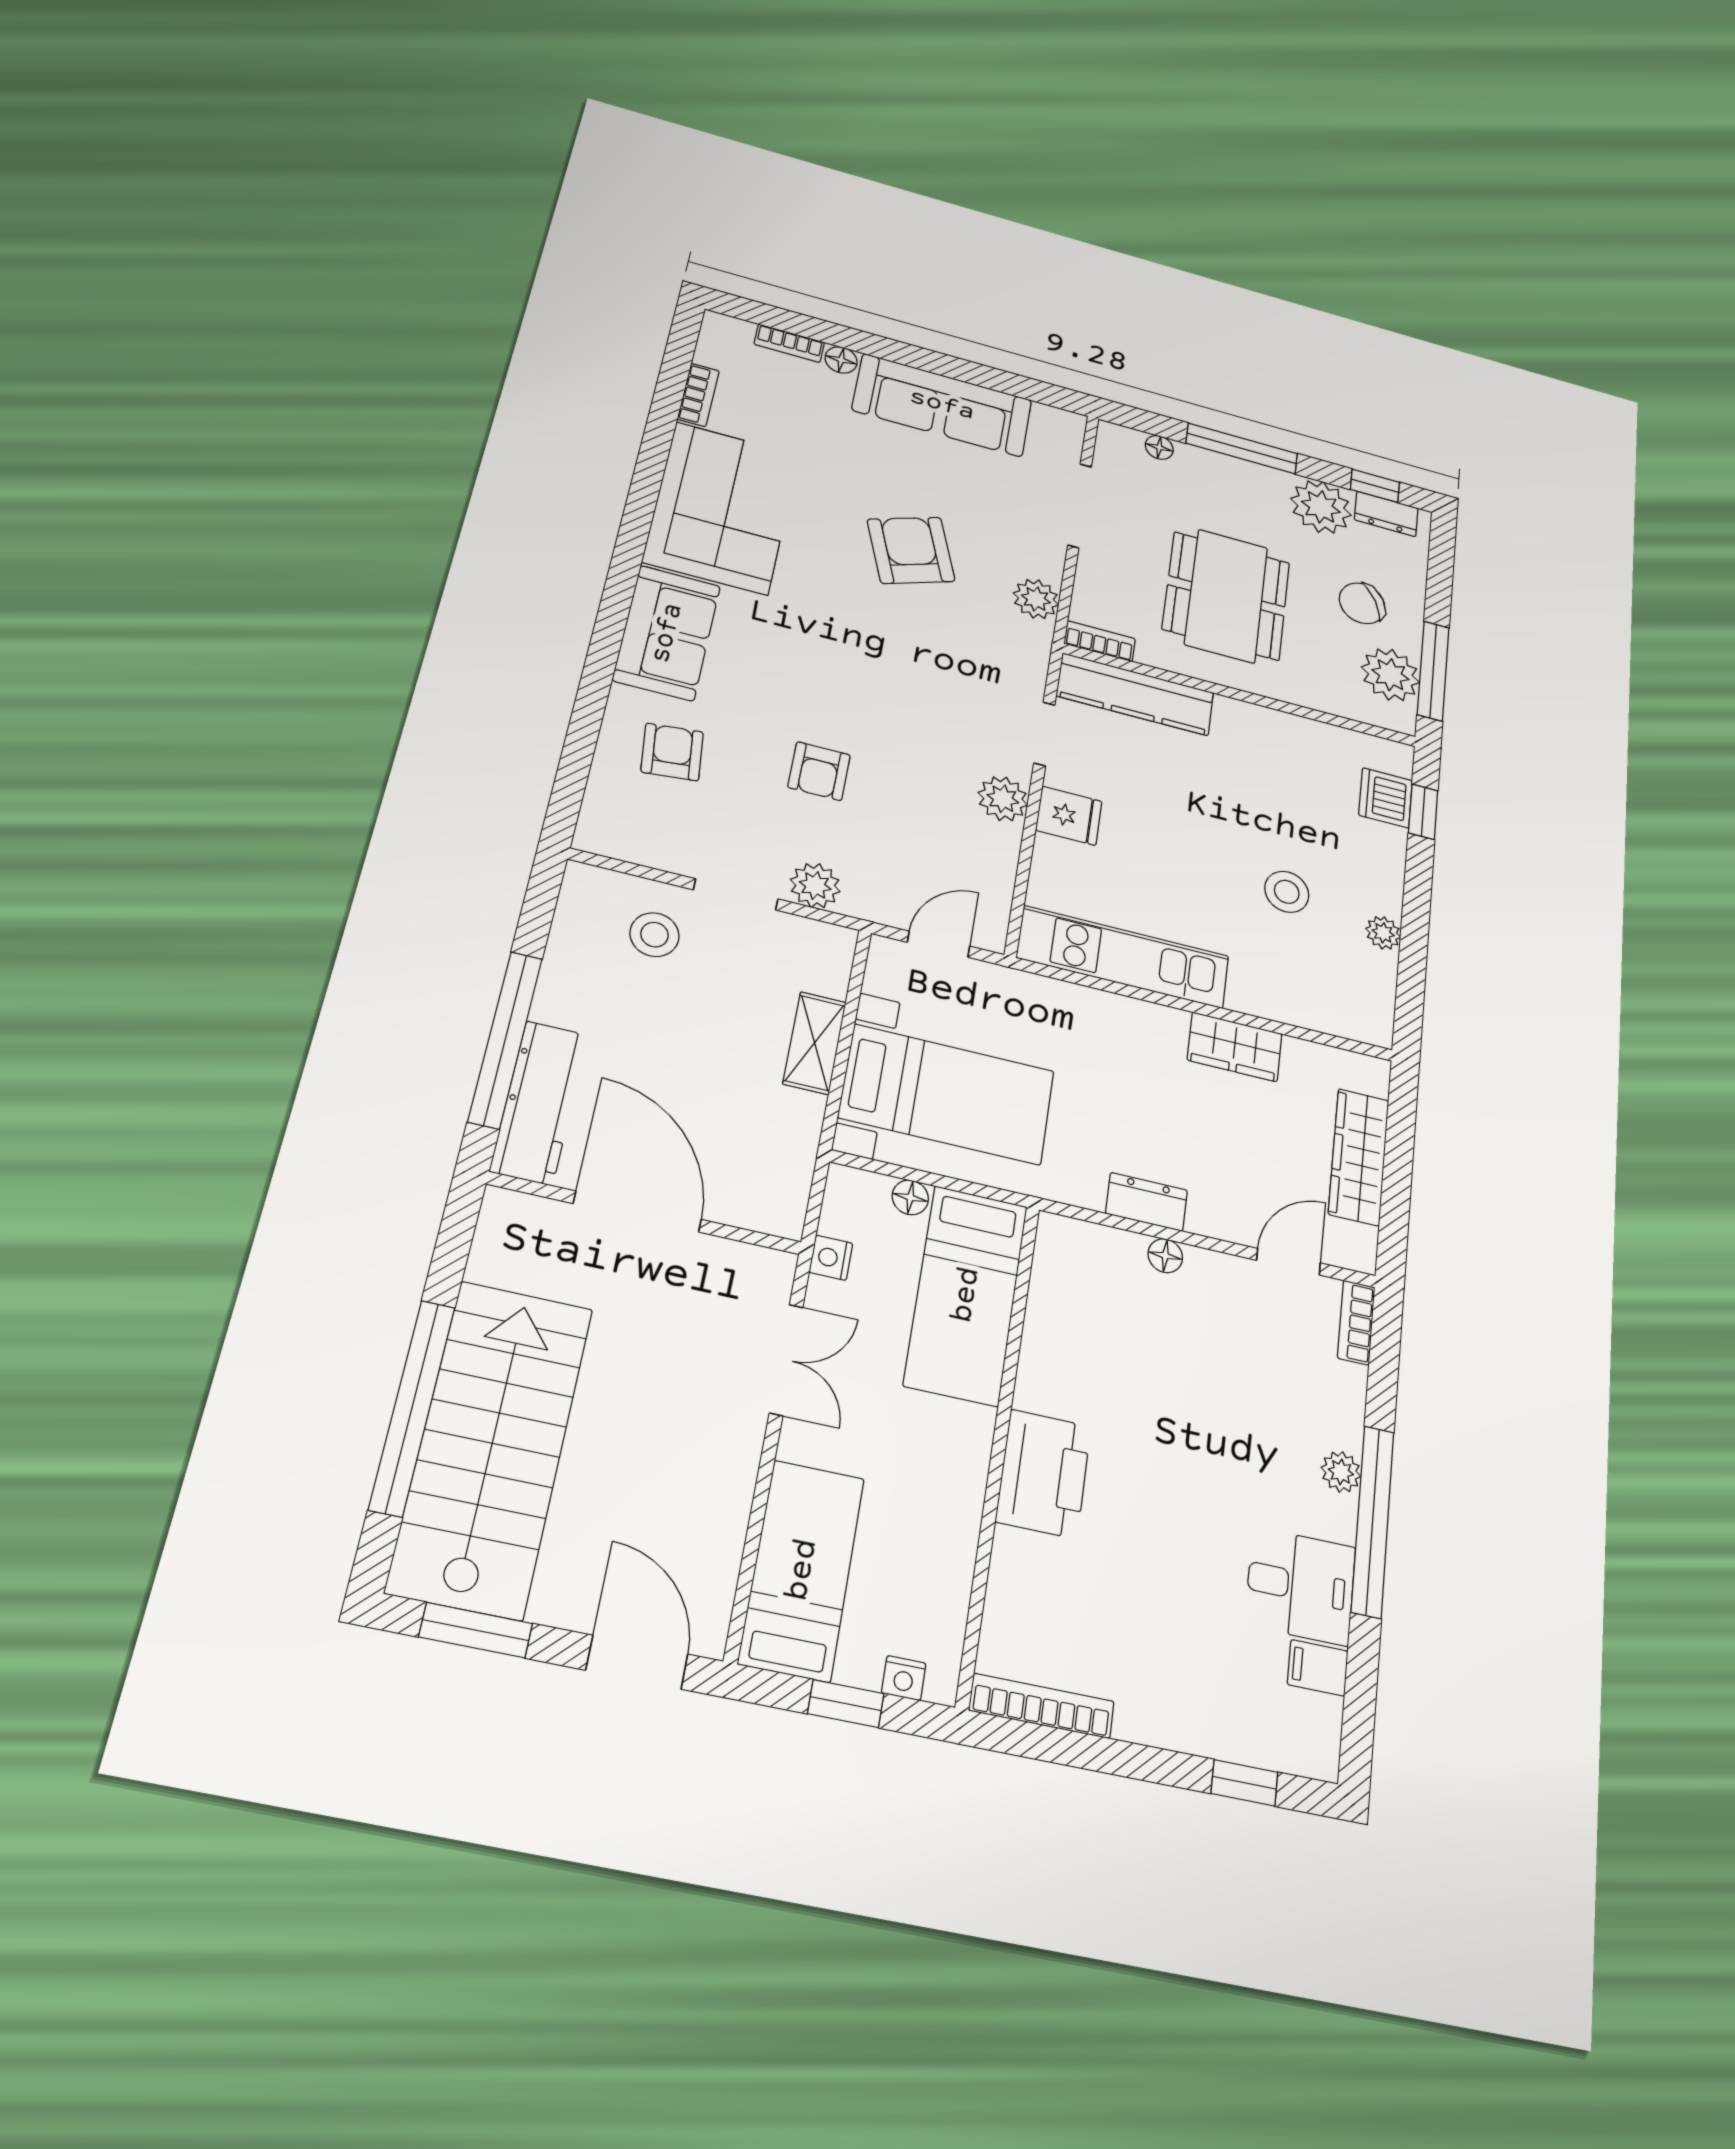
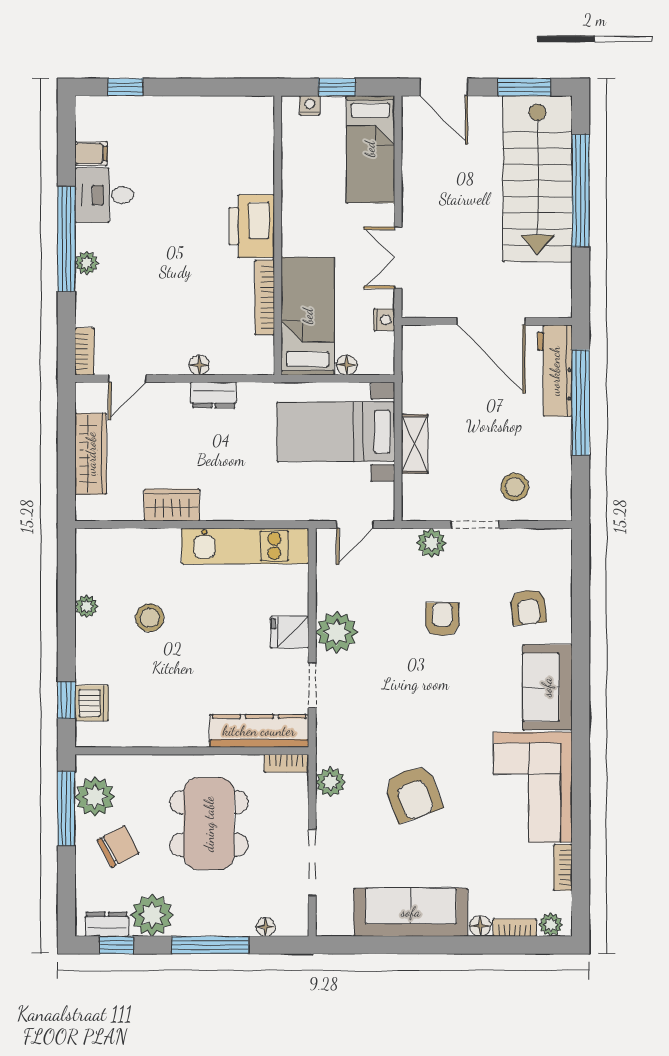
plant: (734, 332) -> (551, 925), added
plant: (1003, 799) -> (337, 632), width x1.36, depth x1.36
bookcase: (1042, 1706) -> (265, 297), moved, turned 90

